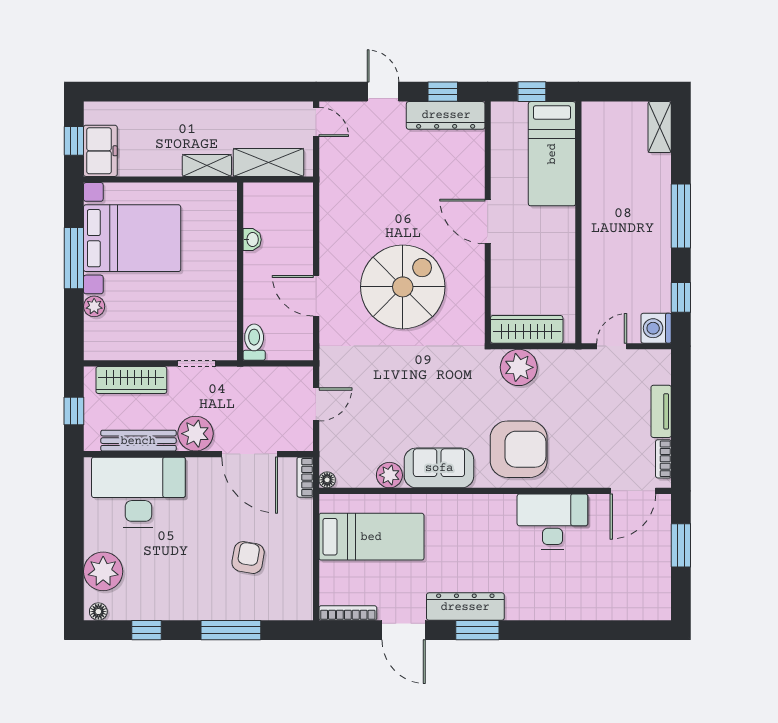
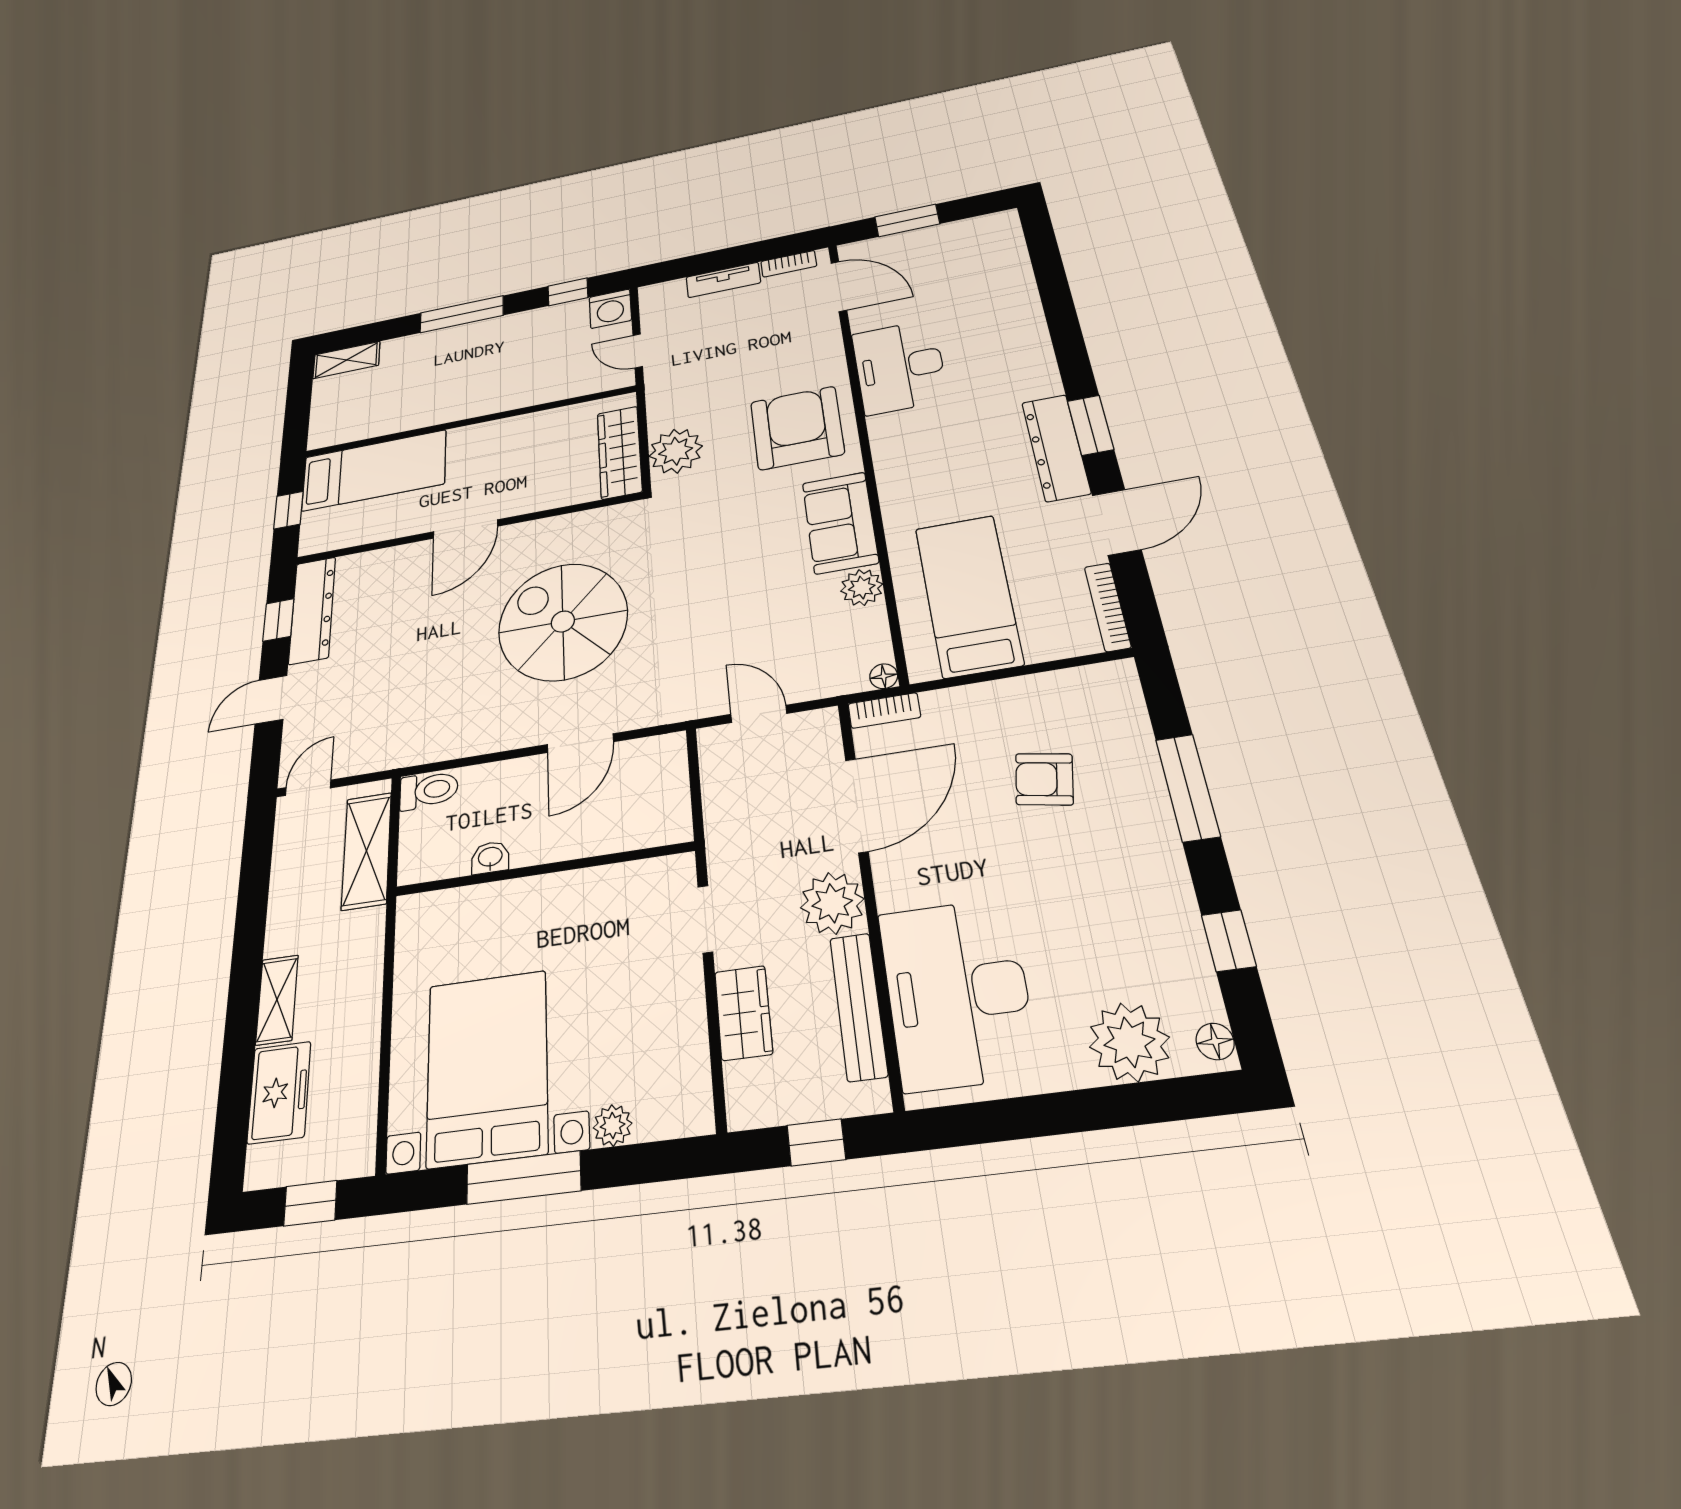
freezer: (100, 151) -> (279, 1092), moved, turned 90
shelving: (207, 166) -> (277, 1000), moved
toilet: (254, 342) -> (429, 790), moved, turned 180
wardrobe: (131, 380) -> (743, 1013), width x0.67

